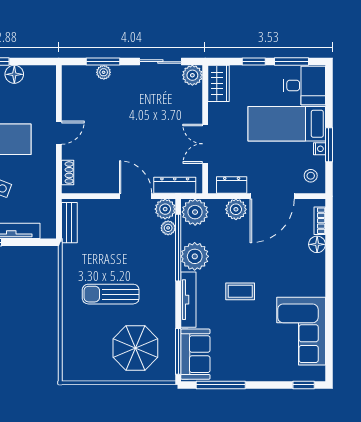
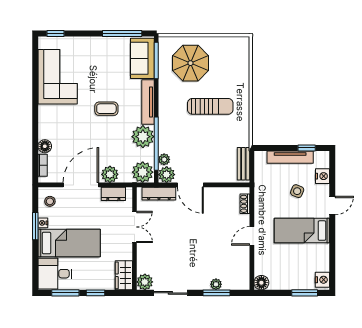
floor lamp: (14, 74) -> (261, 283), moved

